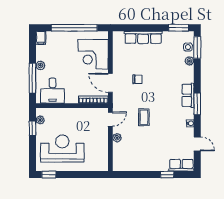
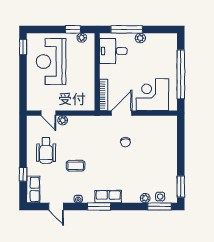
row of seats: (143, 37) -> (171, 148), removed
filing cabinet: (41, 38) -> (170, 38), removed
coffee table: (144, 117) -> (76, 166), moved
door: (110, 119) -> (48, 113), moved
door: (197, 144) -> (56, 207), hinge flipped
reception desk: (62, 149) -> (51, 62), turned 180
wheelchair: (145, 153) -> (46, 151), added

